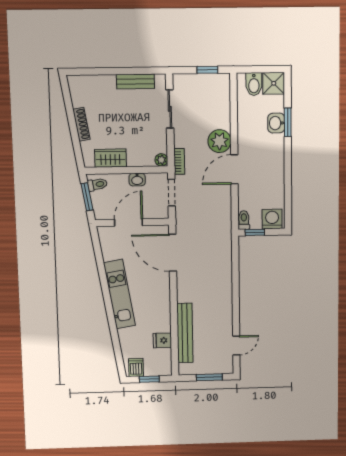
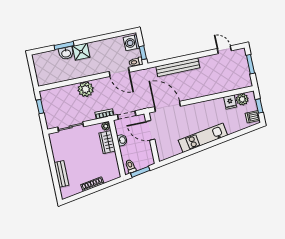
bench: (135, 81) -> (61, 174), moved
shower: (274, 83) -> (81, 52), moved
bidet: (254, 84) -> (43, 74), removed
wardrobe: (110, 158) -> (107, 142), moved
door: (234, 169) -> (119, 72), moved
door: (128, 223) -> (150, 130), moved
door: (173, 253) -> (167, 106), swing flipped
bench: (185, 333) -> (178, 67), moved
plant: (163, 358) -> (242, 99), added

